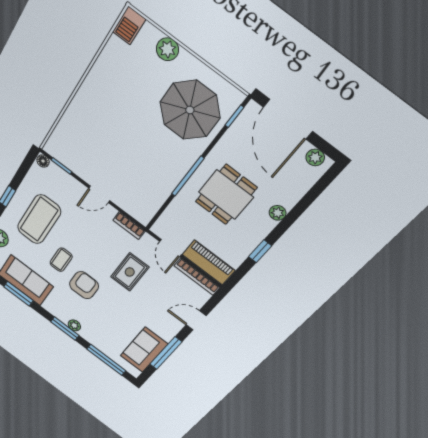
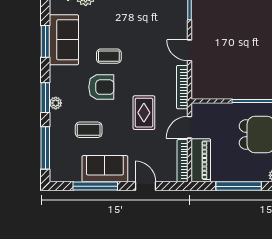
coffee table: (39, 219) -> (89, 130), moved, width x0.54, depth x0.58
bookcase: (129, 226) -> (182, 87), width x1.56
window: (260, 251) -> (239, 186), width x2.17
rug: (130, 272) -> (144, 113), turned 90
sofa: (144, 350) -> (105, 169), moved

